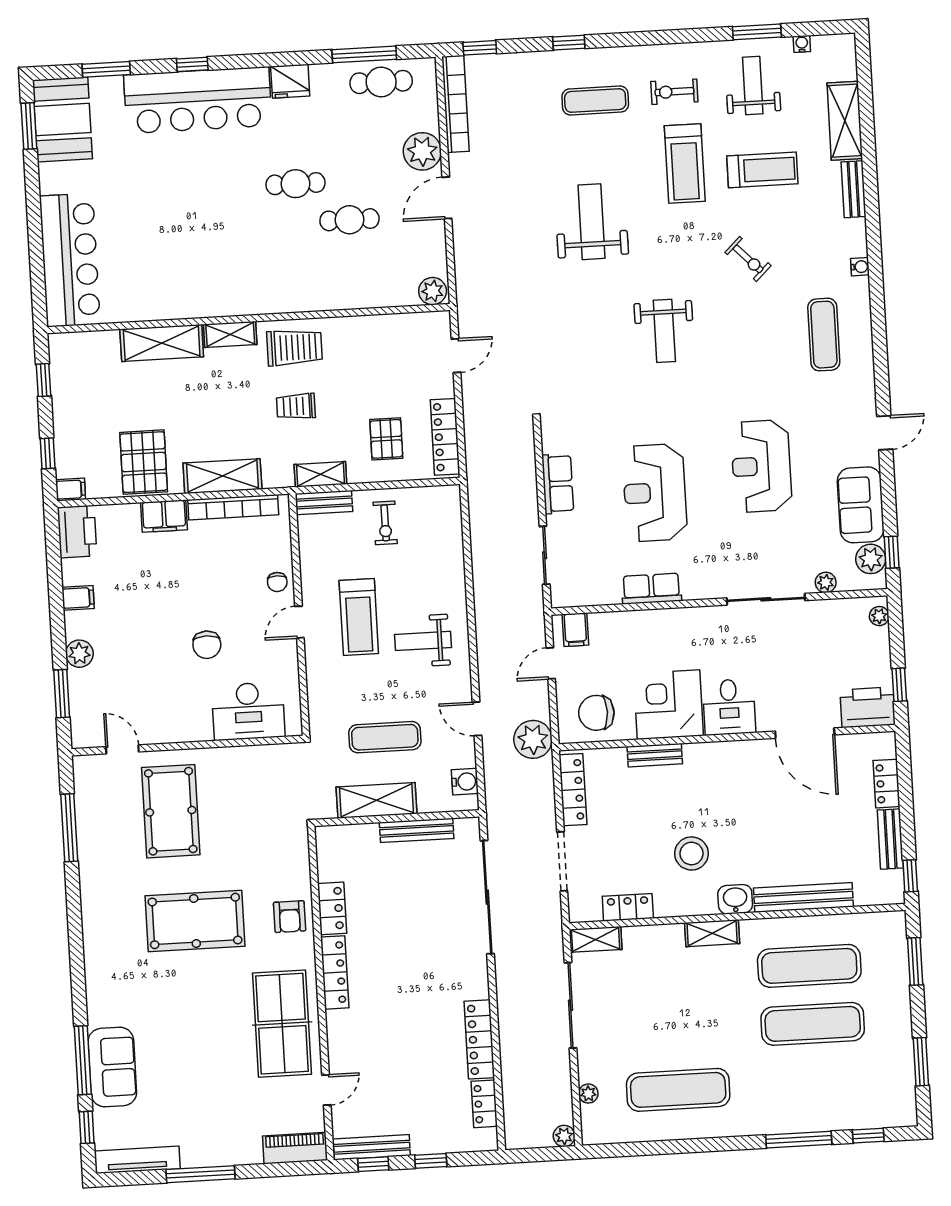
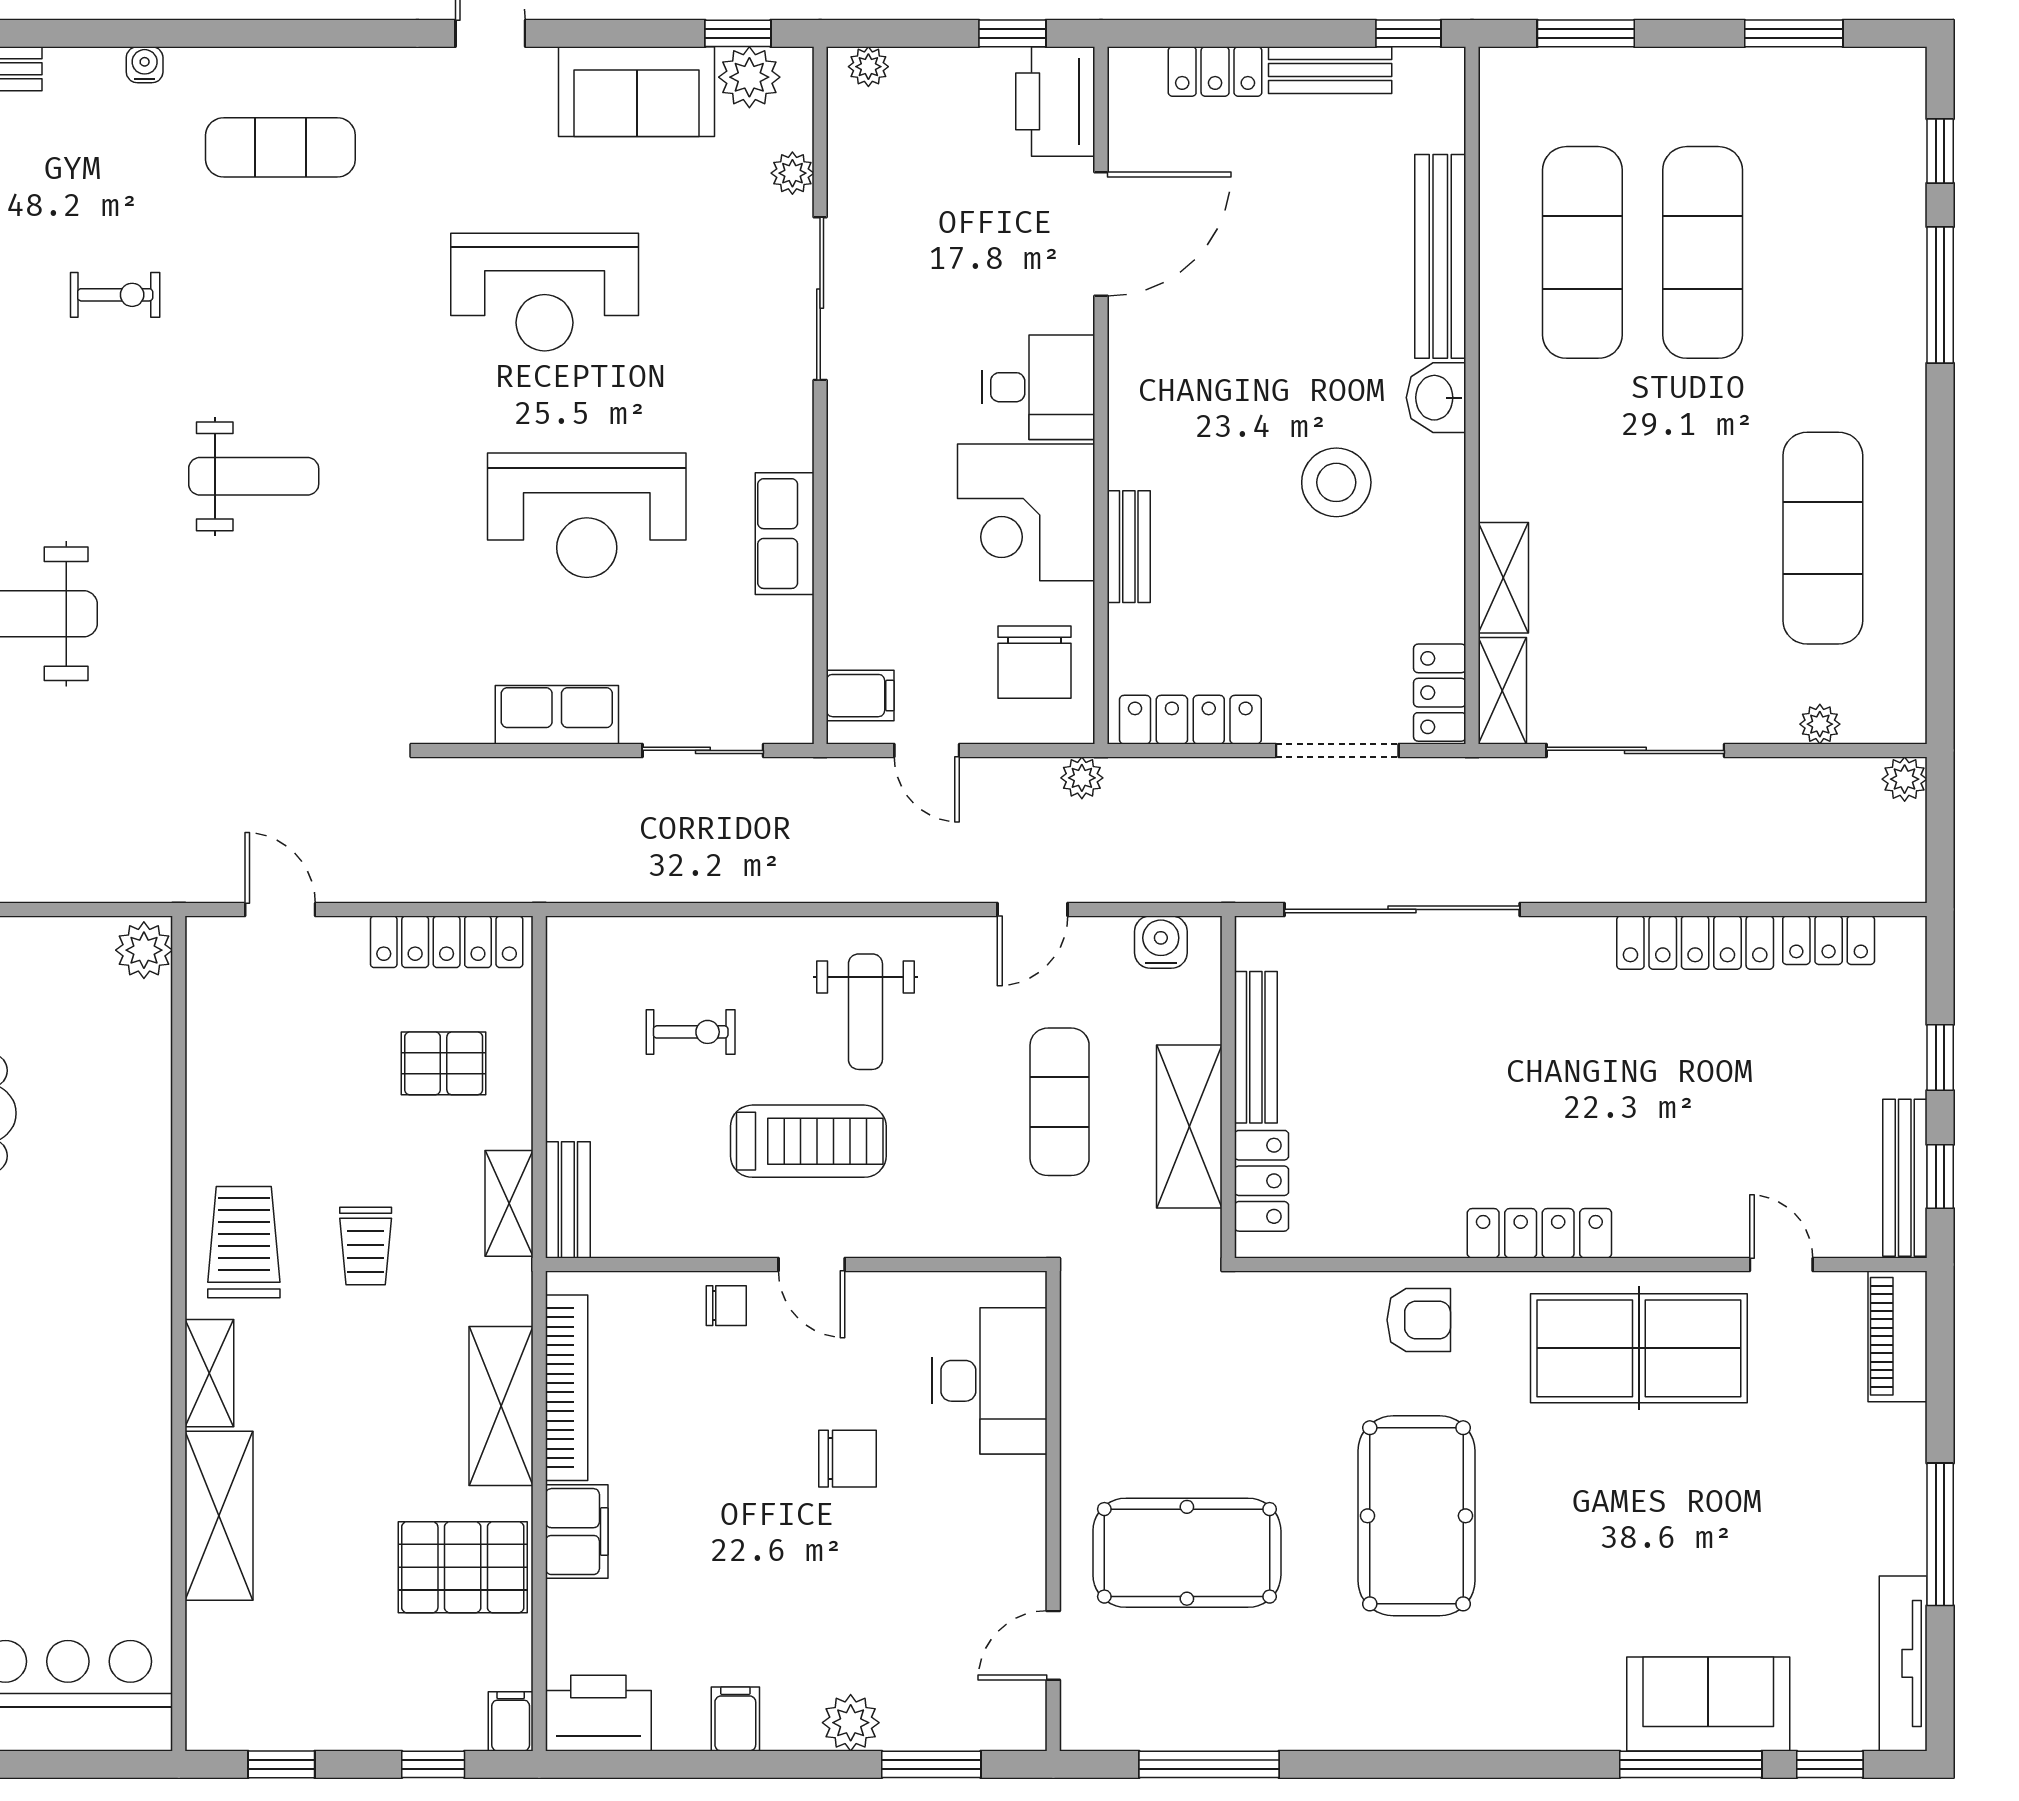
exercise bike: (748, 259) -> (115, 295), turned 44
exercise bike: (385, 523) -> (691, 1032), moved
plant: (533, 739) -> (1082, 778), width x0.53, depth x0.53
locker: (628, 907) -> (1440, 693), moved
locker: (332, 908) -> (1262, 1181), moved, turned 90
shelving: (712, 933) -> (1503, 578), moved

